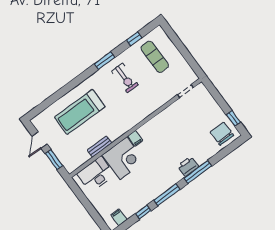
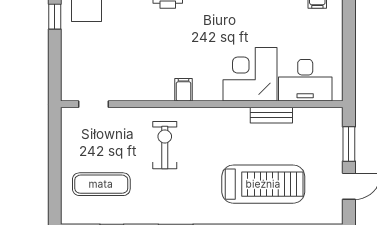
exercise mat: (155, 57) -> (101, 184), turned 90
exercise bike: (125, 78) -> (165, 145), moved
filing cabinet: (135, 138) -> (184, 90), moved

